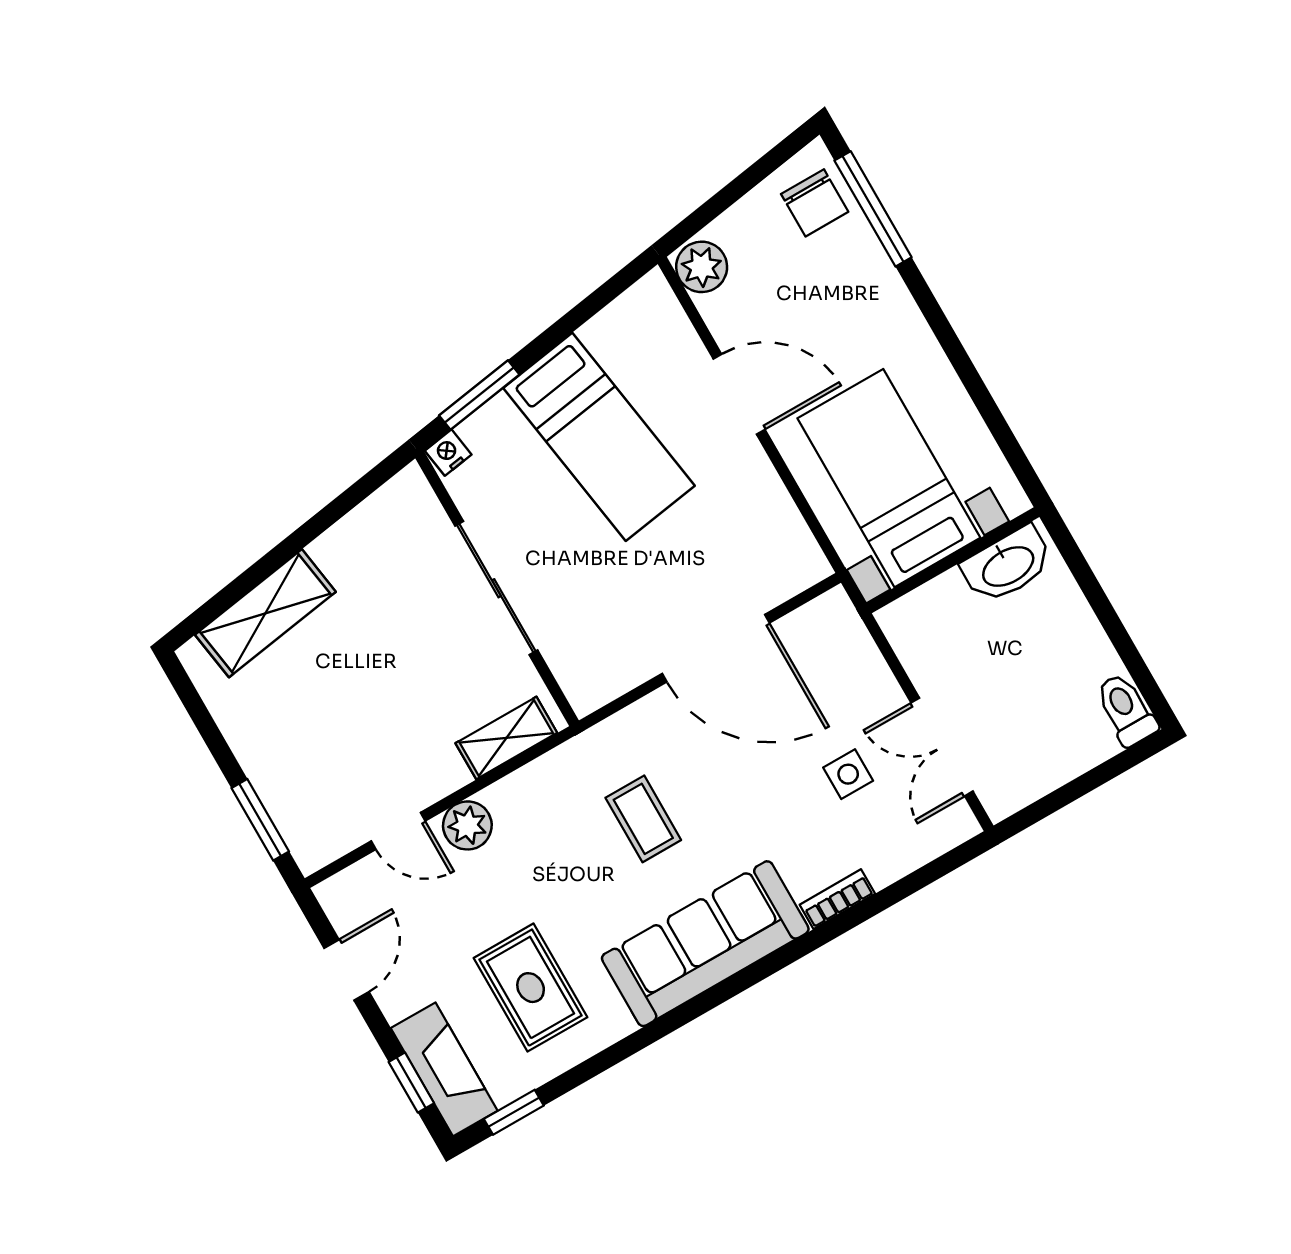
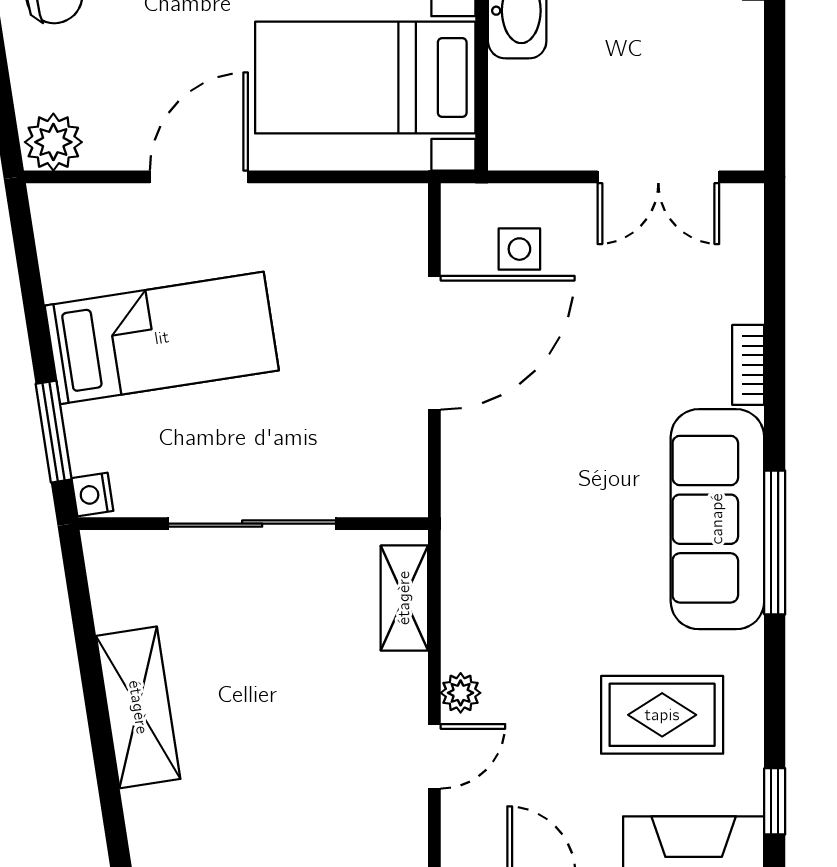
shelving: (265, 613) -> (138, 707), moved
side table: (848, 774) -> (519, 249), moved
coffee table: (643, 819) -> (561, 510), removed
plant: (467, 825) -> (461, 693), width x0.73, depth x0.73
window: (713, 998) -> (775, 542), added

